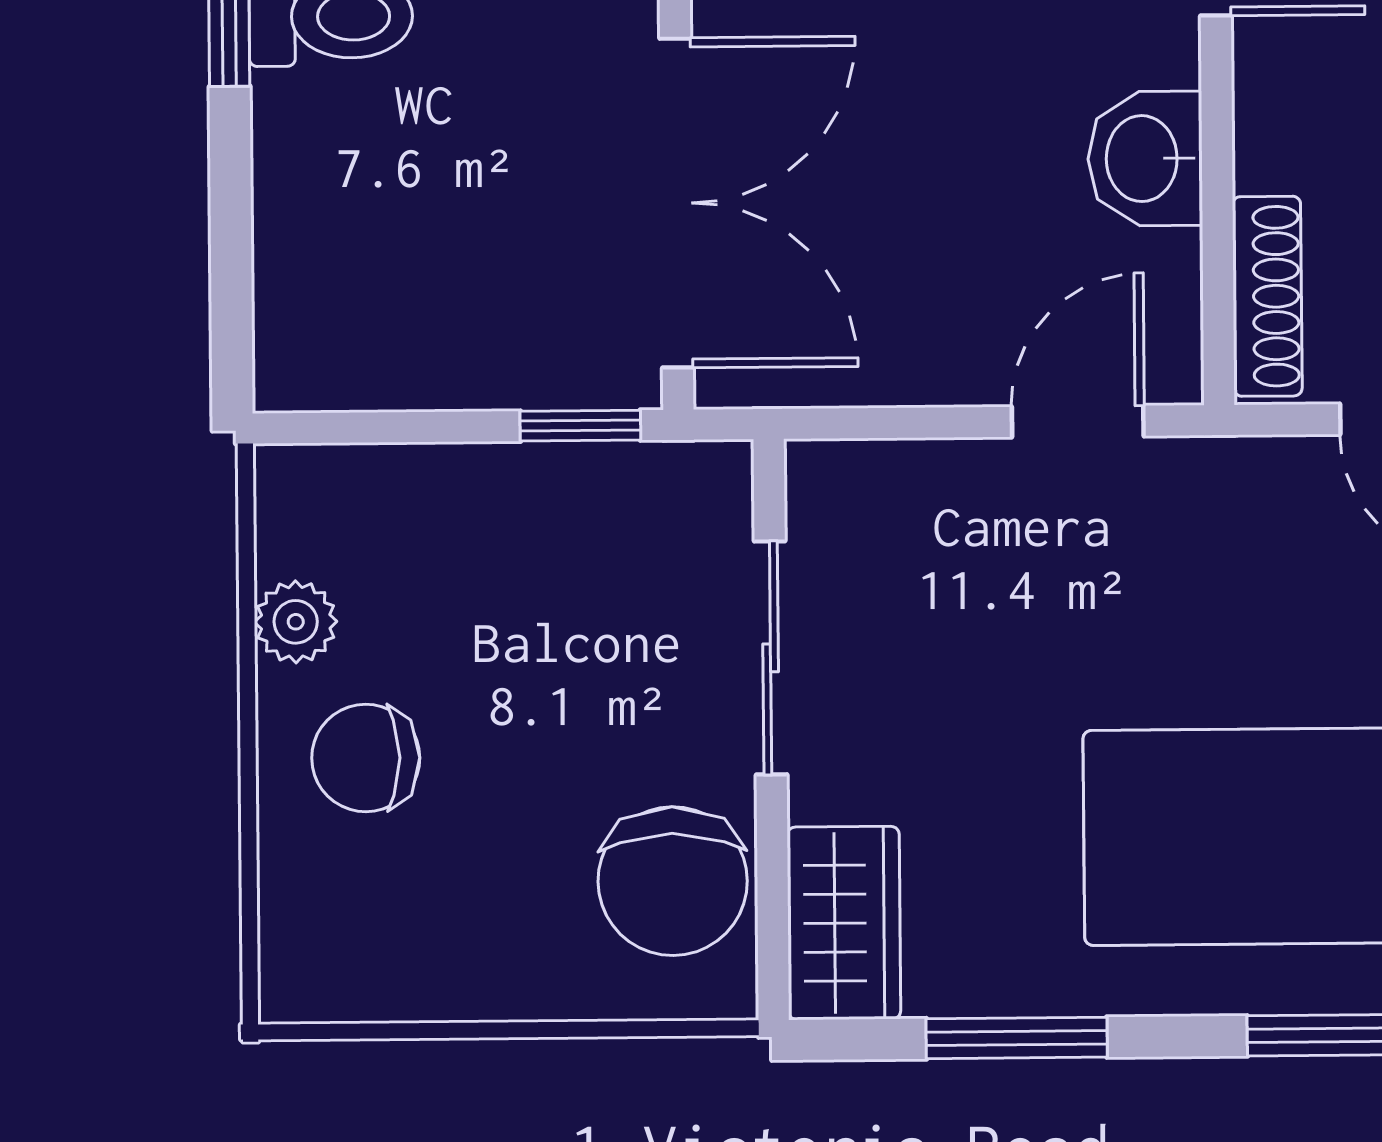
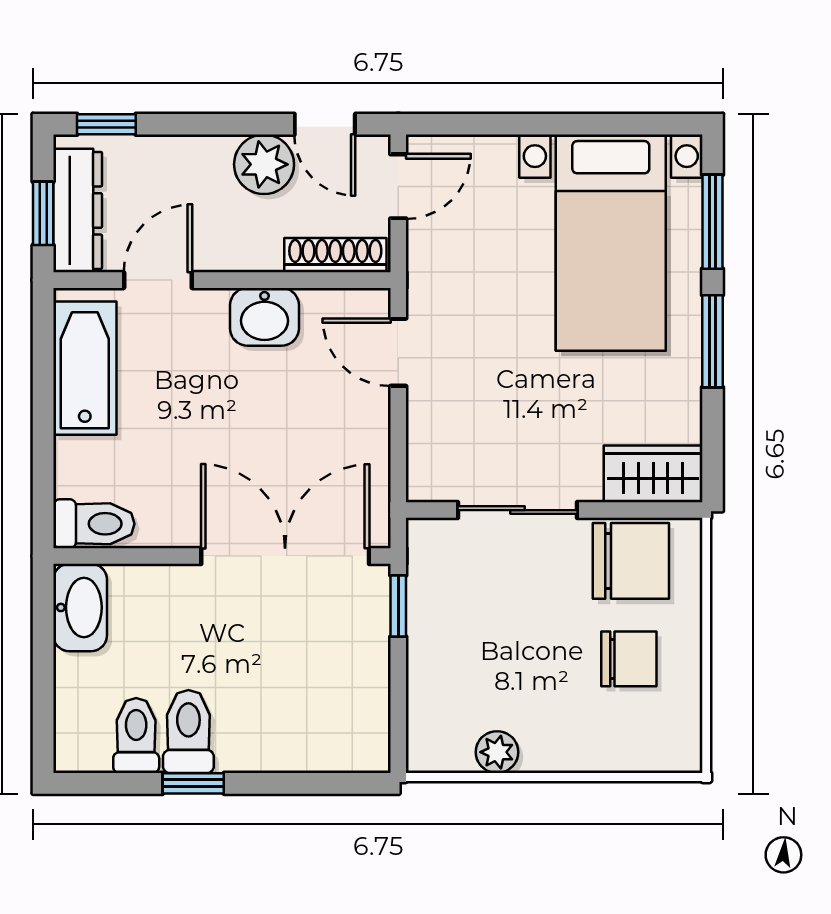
chair: (366, 758) -> (629, 659), moved, turned -90
window: (1017, 1038) -> (712, 341), moved

